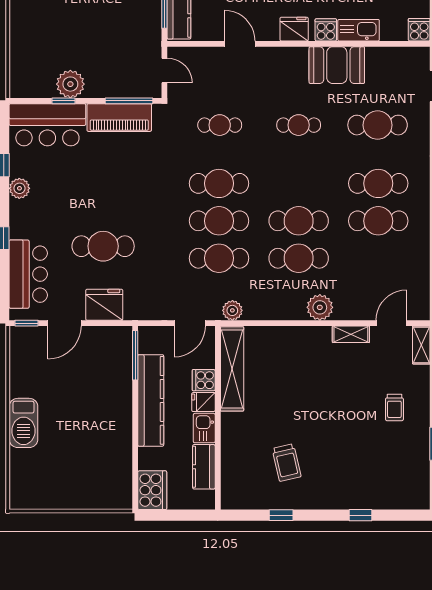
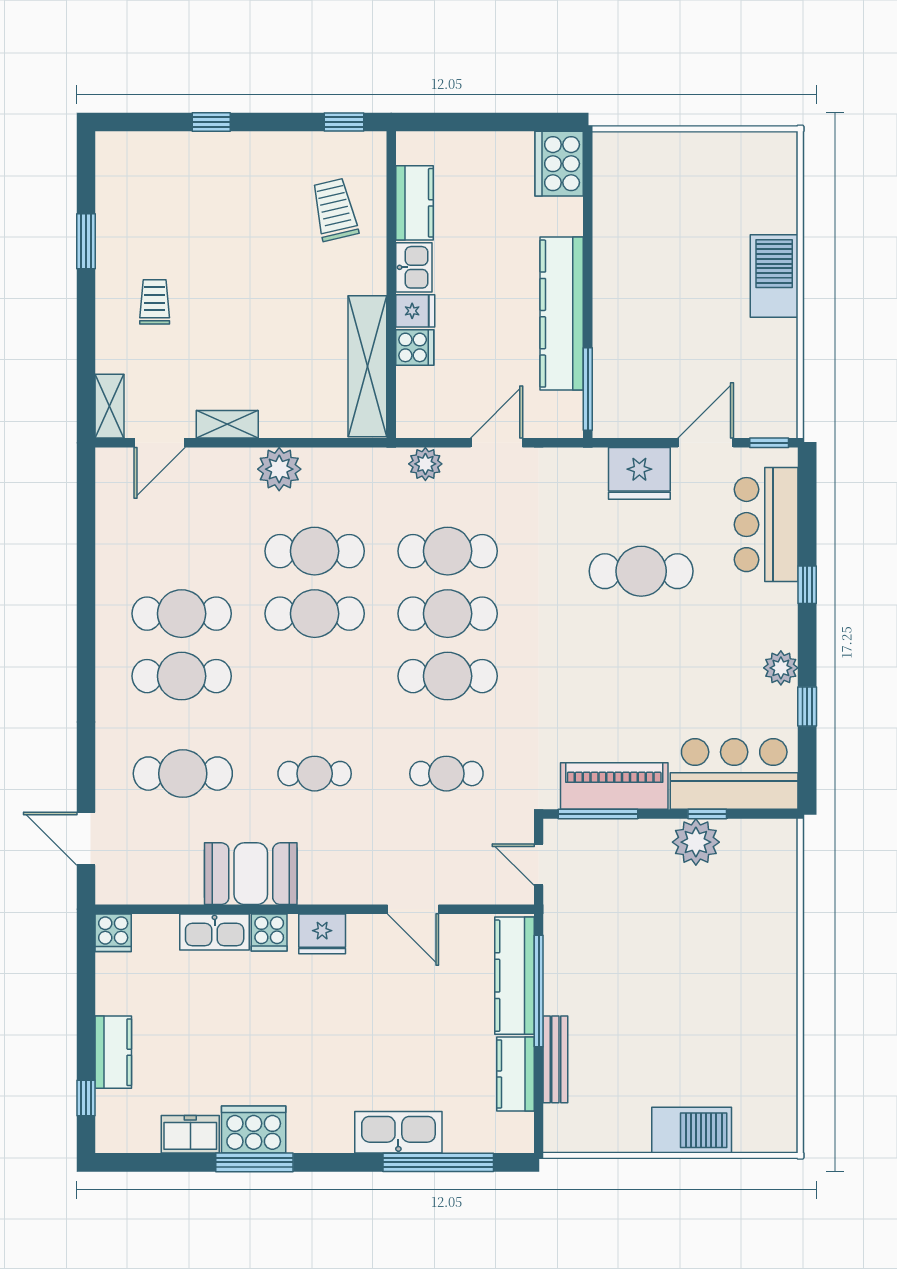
shelving: (232, 369) -> (367, 366), moved
cooker: (204, 380) -> (415, 347), moved
fridge: (203, 402) -> (415, 311), moved
wall: (218, 418) -> (391, 285), moved
kitchen sink: (204, 428) -> (414, 267), moved
kitchen counter: (204, 467) -> (415, 203), moved

